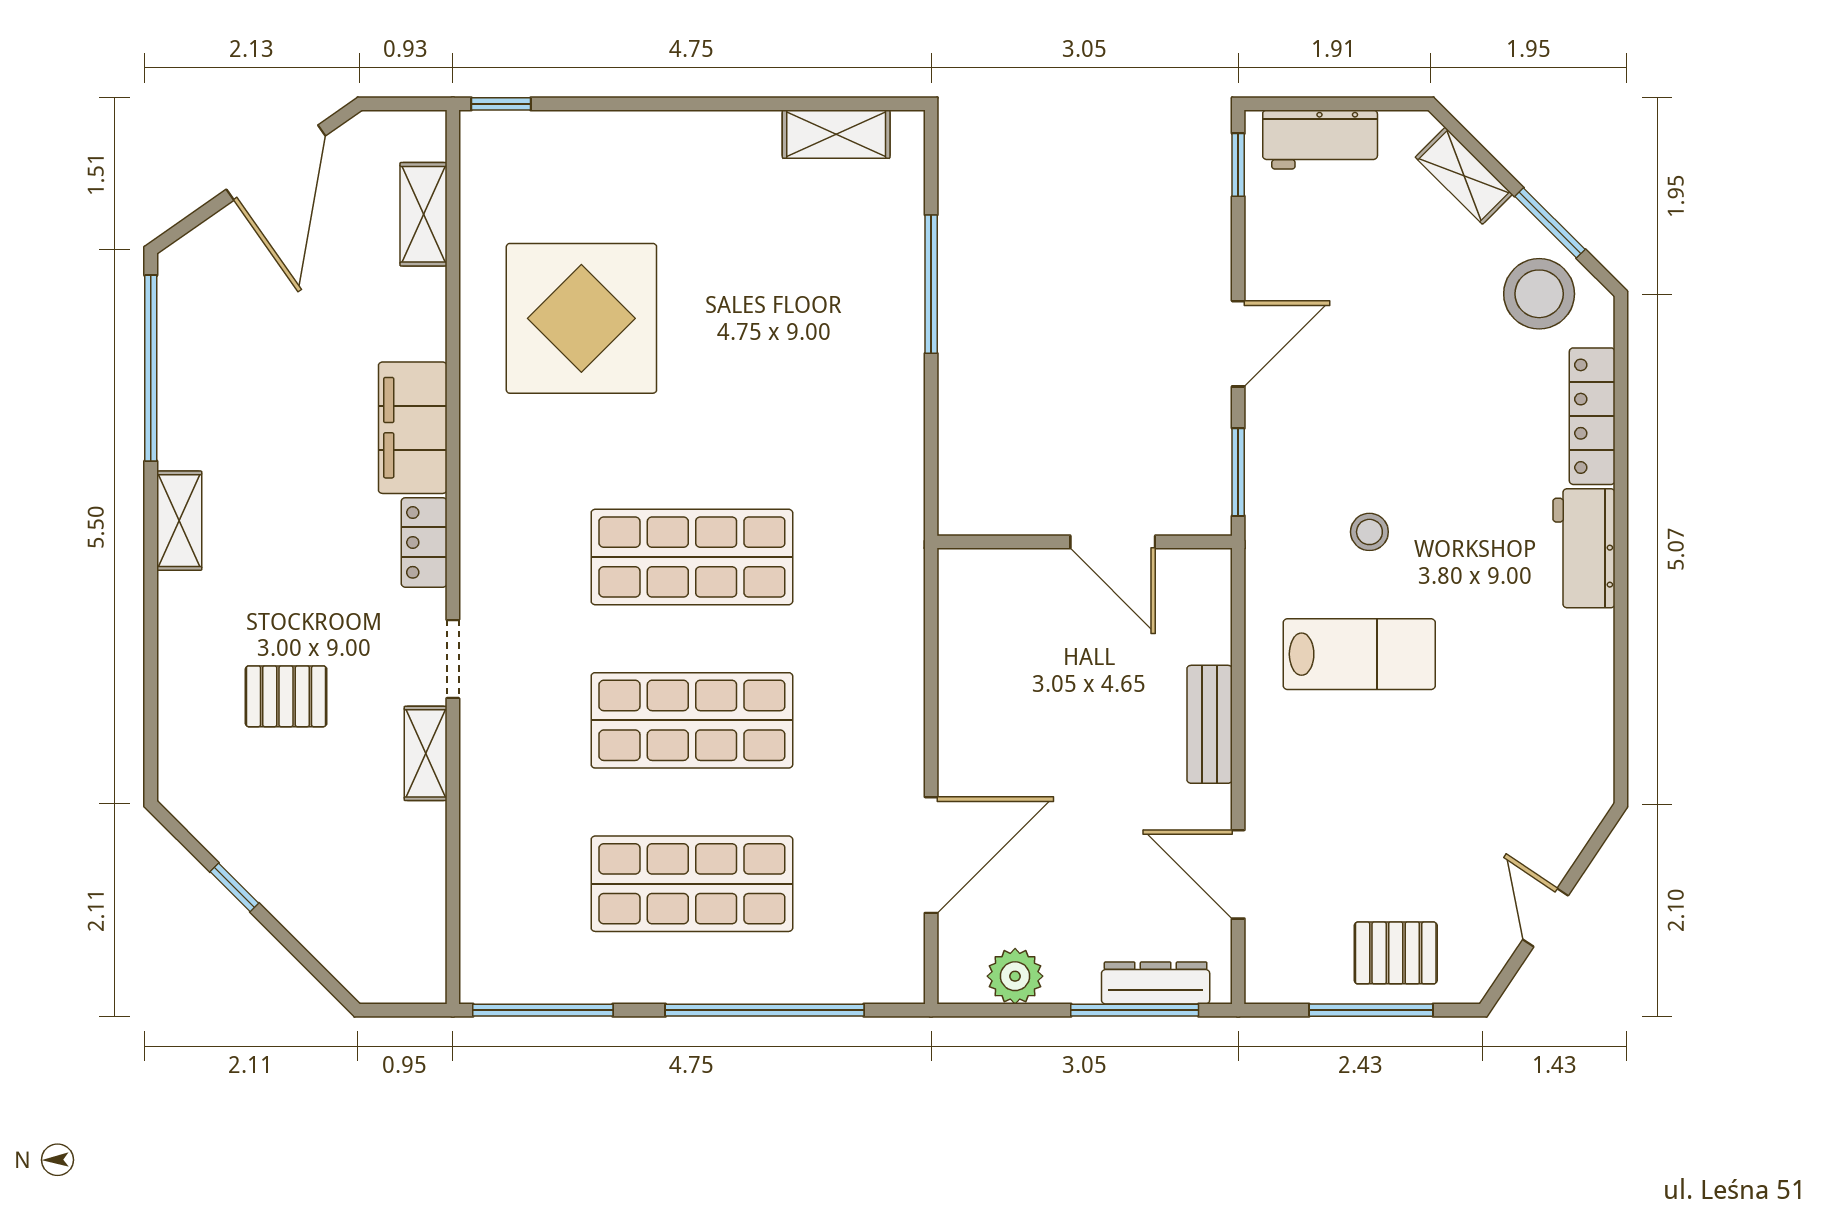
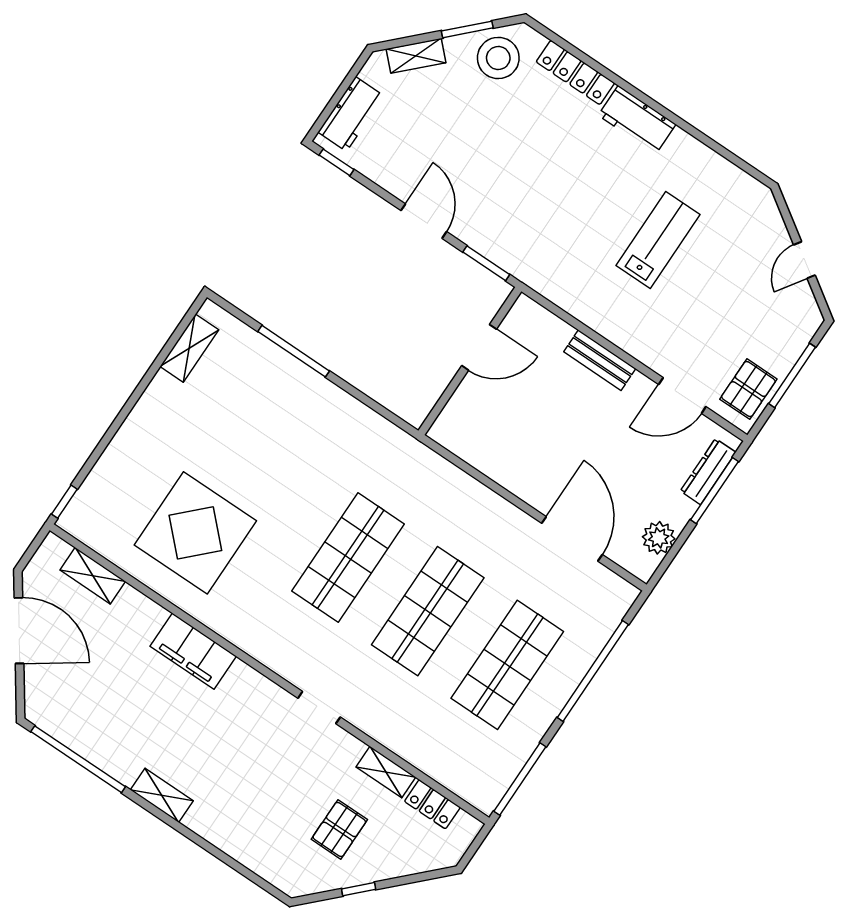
stool: (1369, 532) -> (559, 219), removed
locker: (424, 542) -> (432, 804), moved
lab bench: (1359, 654) -> (658, 240), moved
pallet: (286, 696) -> (339, 829), moved
shelving: (426, 753) -> (386, 772), moved
door: (1545, 918) -> (804, 260), hinge flipped
pallet: (1396, 953) -> (748, 389), moved

